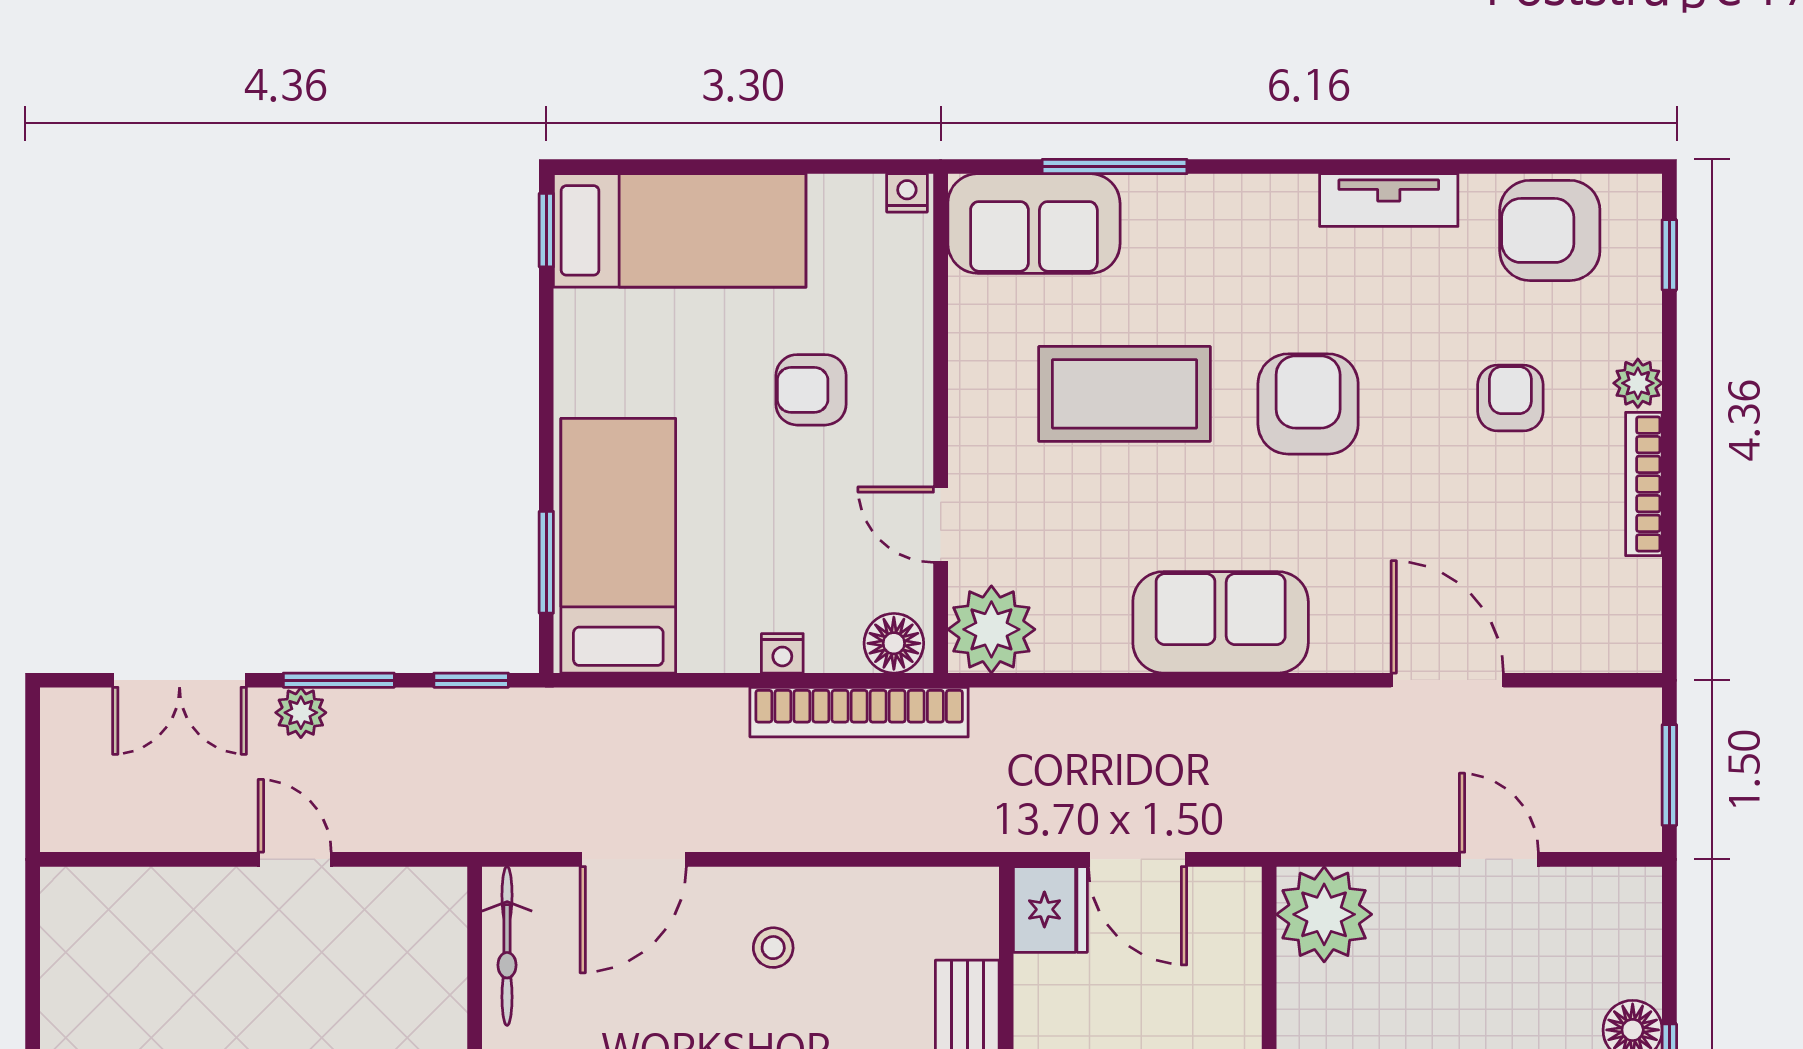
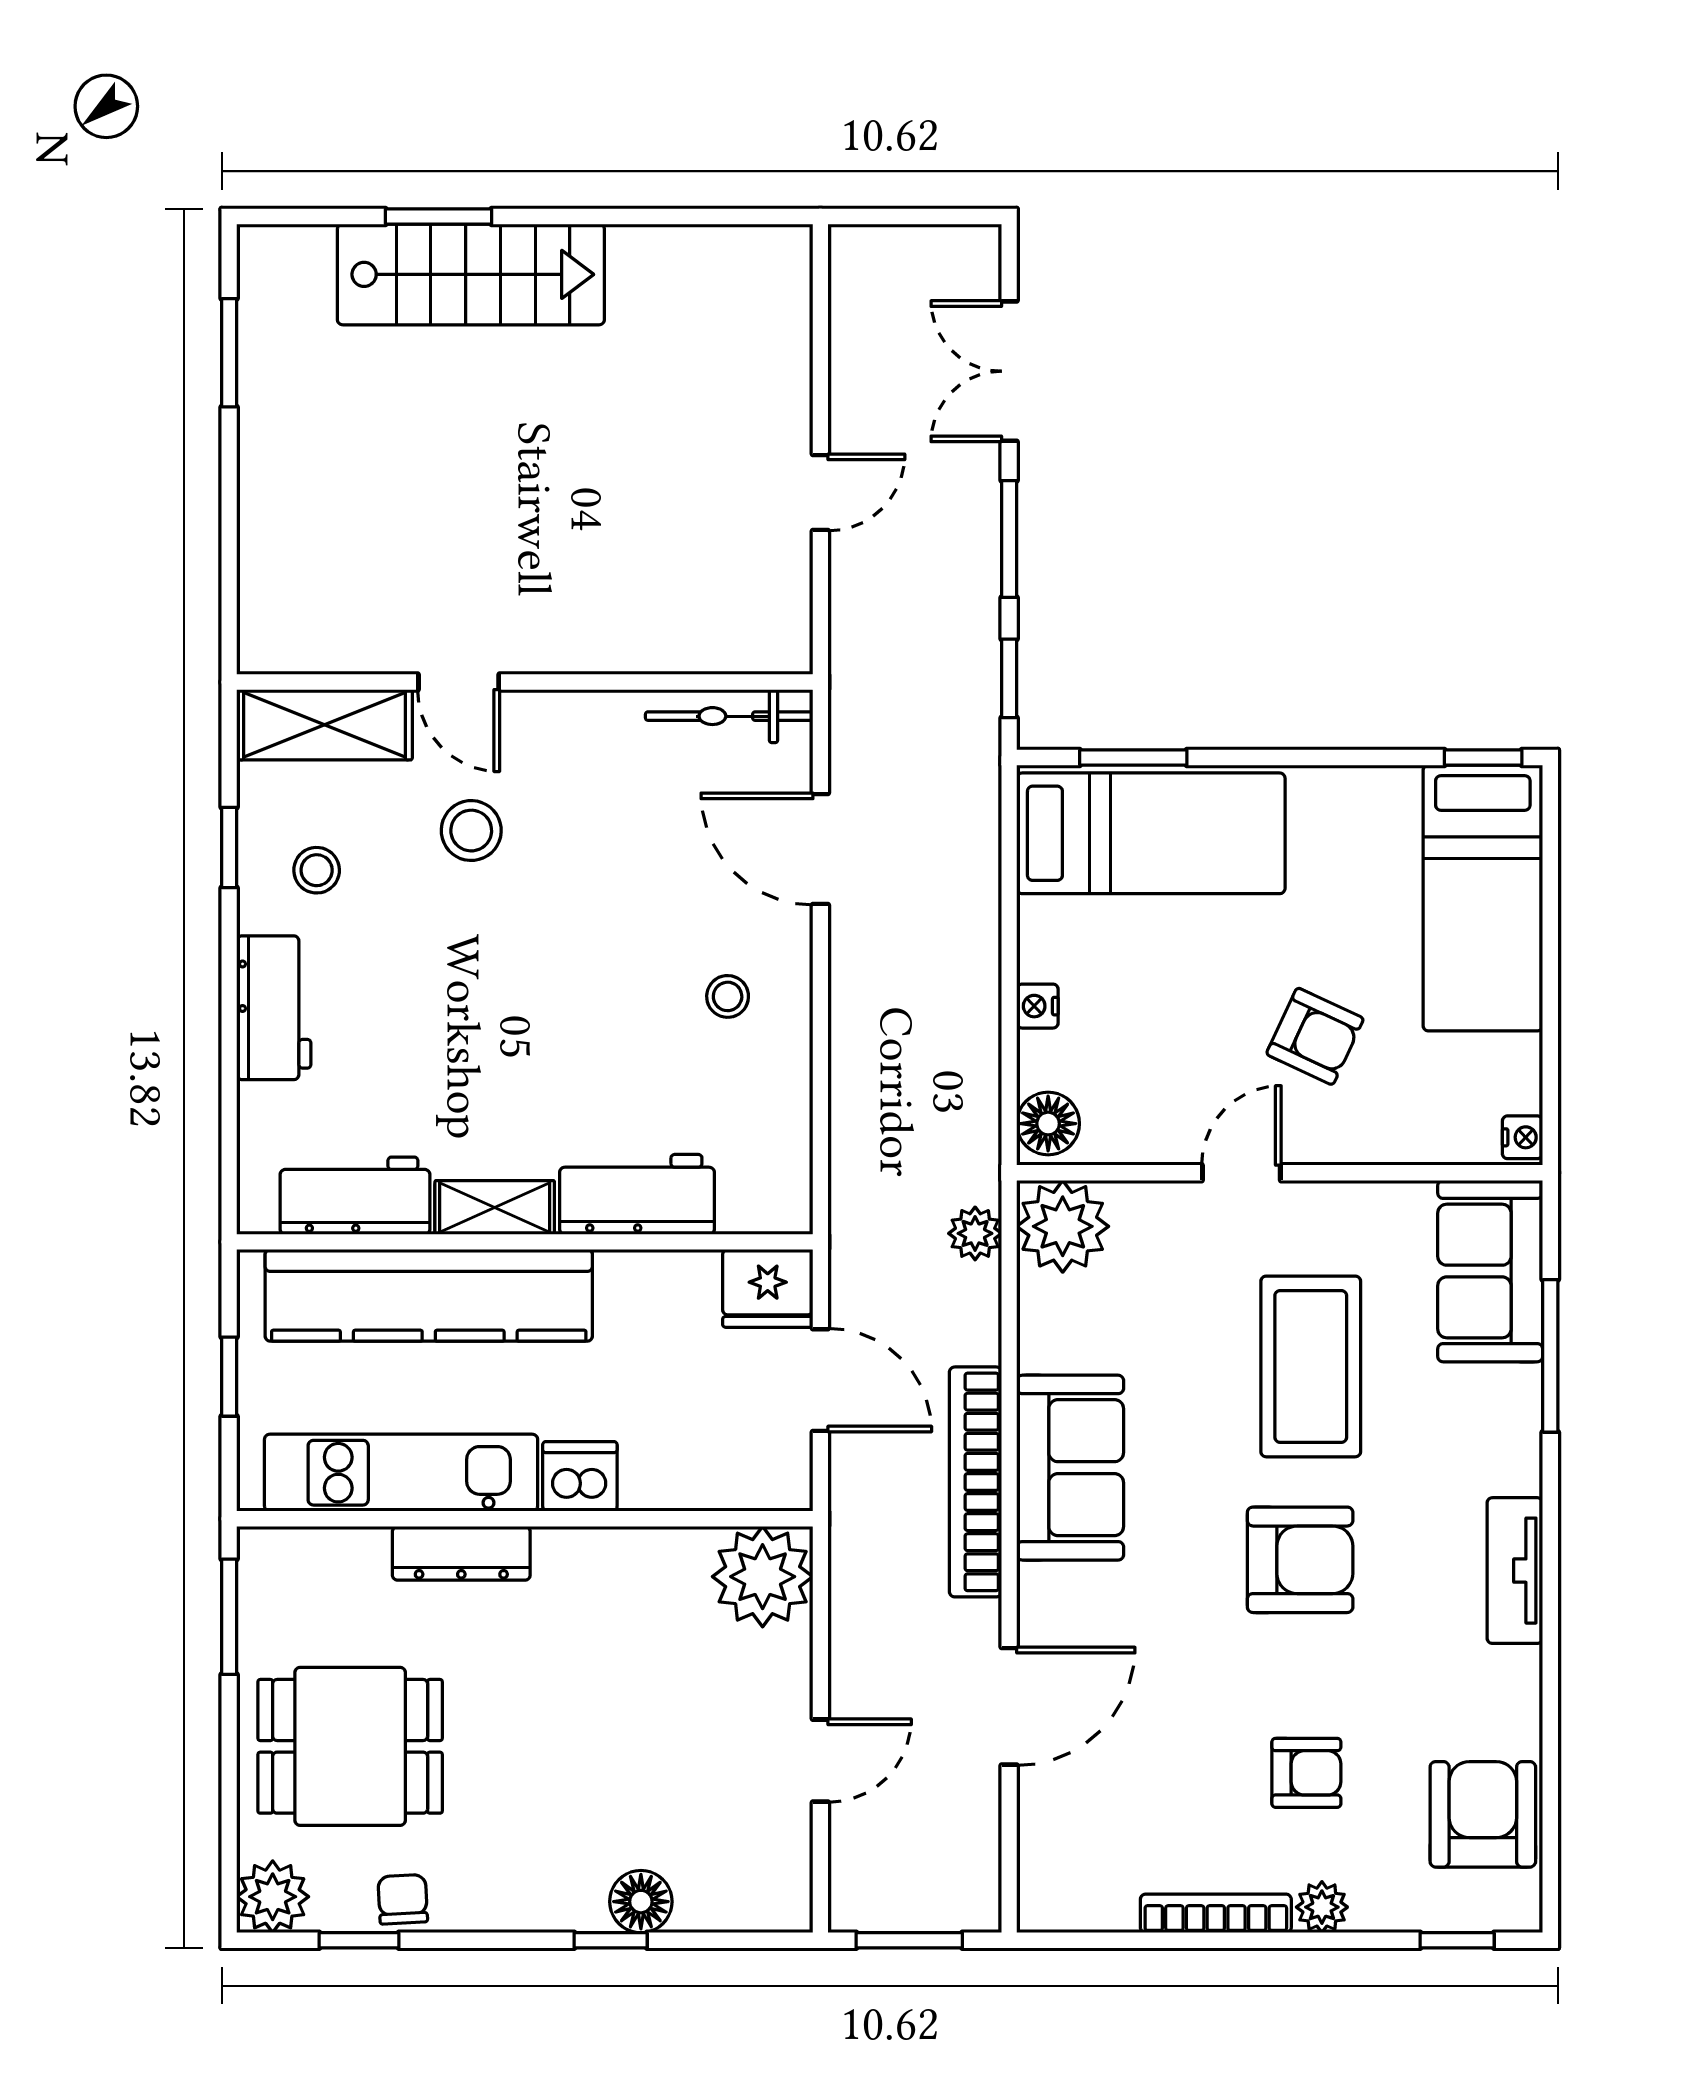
tv unit: (1389, 200) -> (1515, 1571), moved
armchair: (811, 390) -> (1315, 1036), turned 115
door: (941, 525) -> (1241, 1173), moved
bookcase: (859, 712) -> (976, 1482), moved
plant: (301, 713) -> (975, 1233), moved
door: (1137, 859) -> (820, 1380), swing flipped

